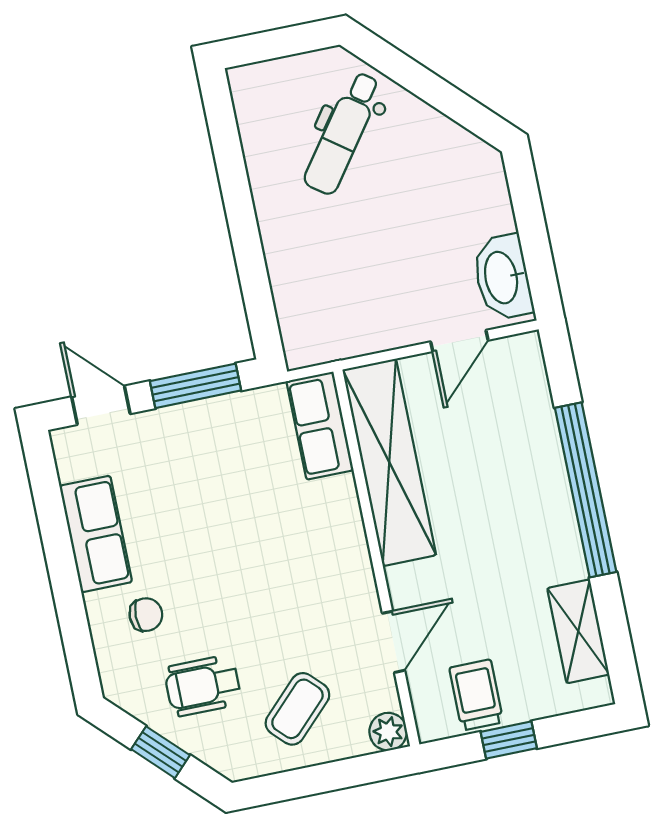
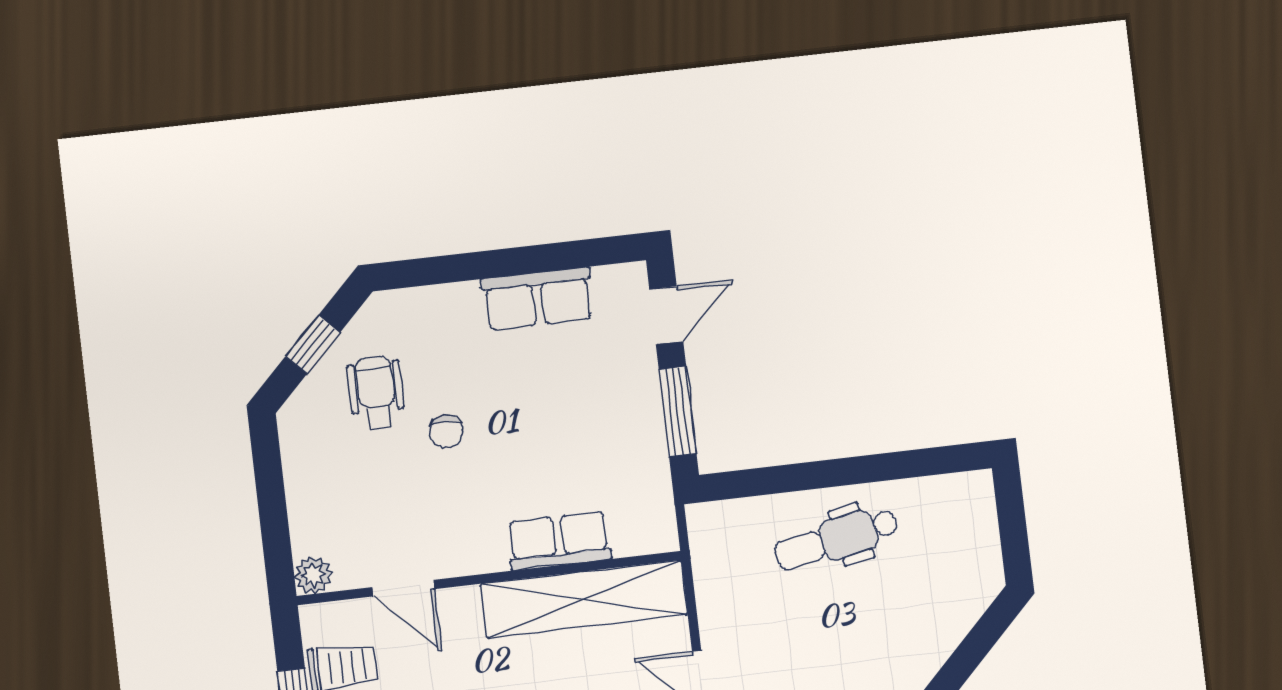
dental chair: (343, 133) -> (837, 539), moved, turned -47
row of seats: (320, 426) -> (559, 541), moved
chair: (146, 615) -> (446, 432), moved
coffee table: (297, 709) -> (344, 486), removed

